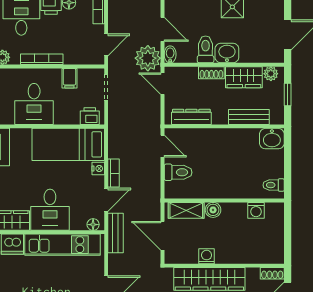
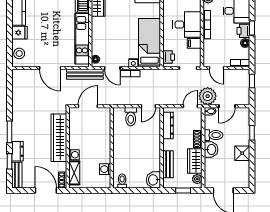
desk: (34, 104) -> (187, 25), moved, turned 180
desk: (50, 210) -> (105, 30), removed
shelving: (186, 210) -> (74, 173), moved
boiler: (213, 210) -> (105, 140), removed
bench: (115, 233) -> (85, 74), width x1.36
washing machine: (207, 256) -> (74, 155), moved

